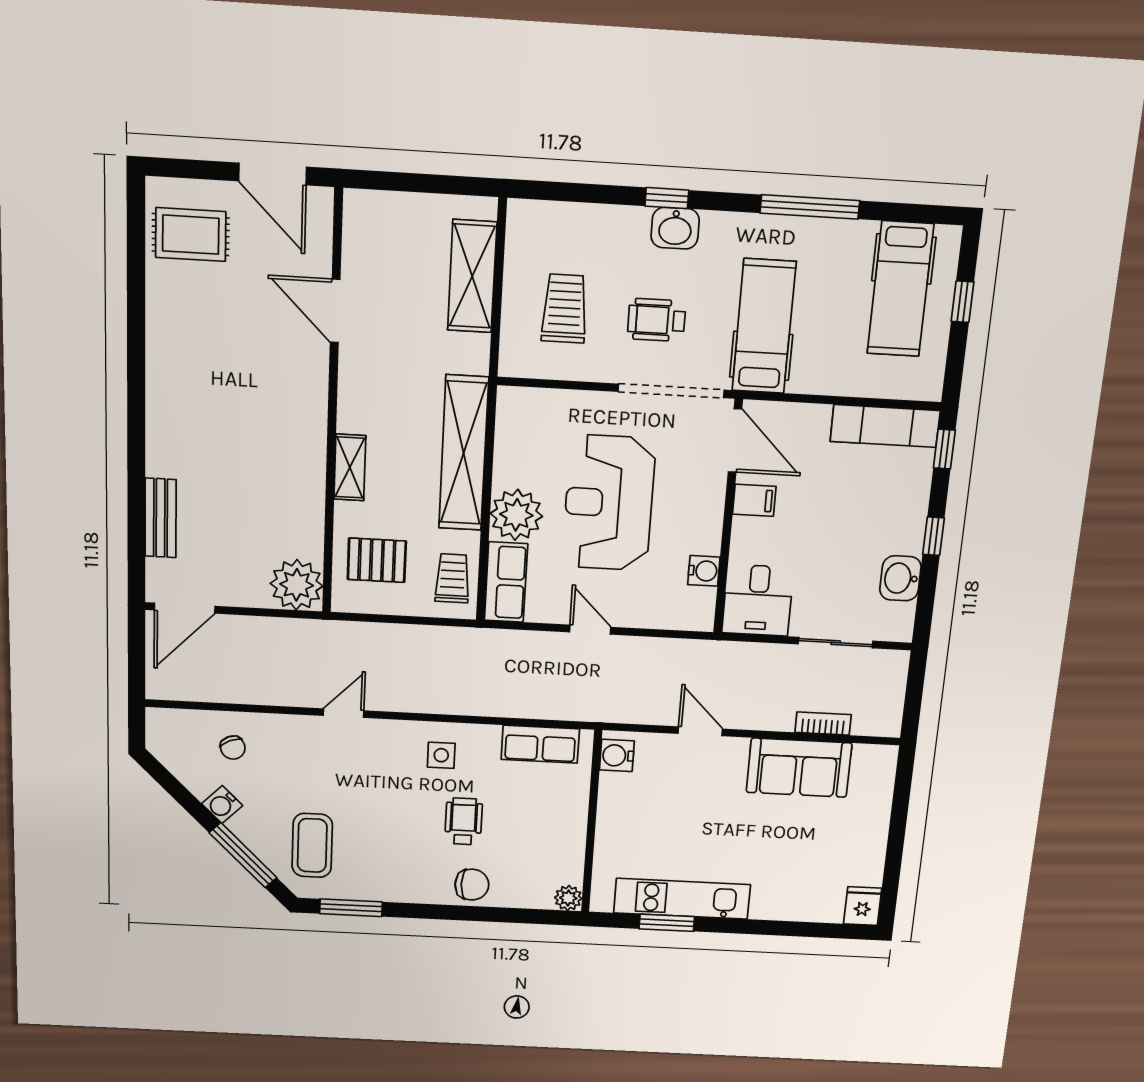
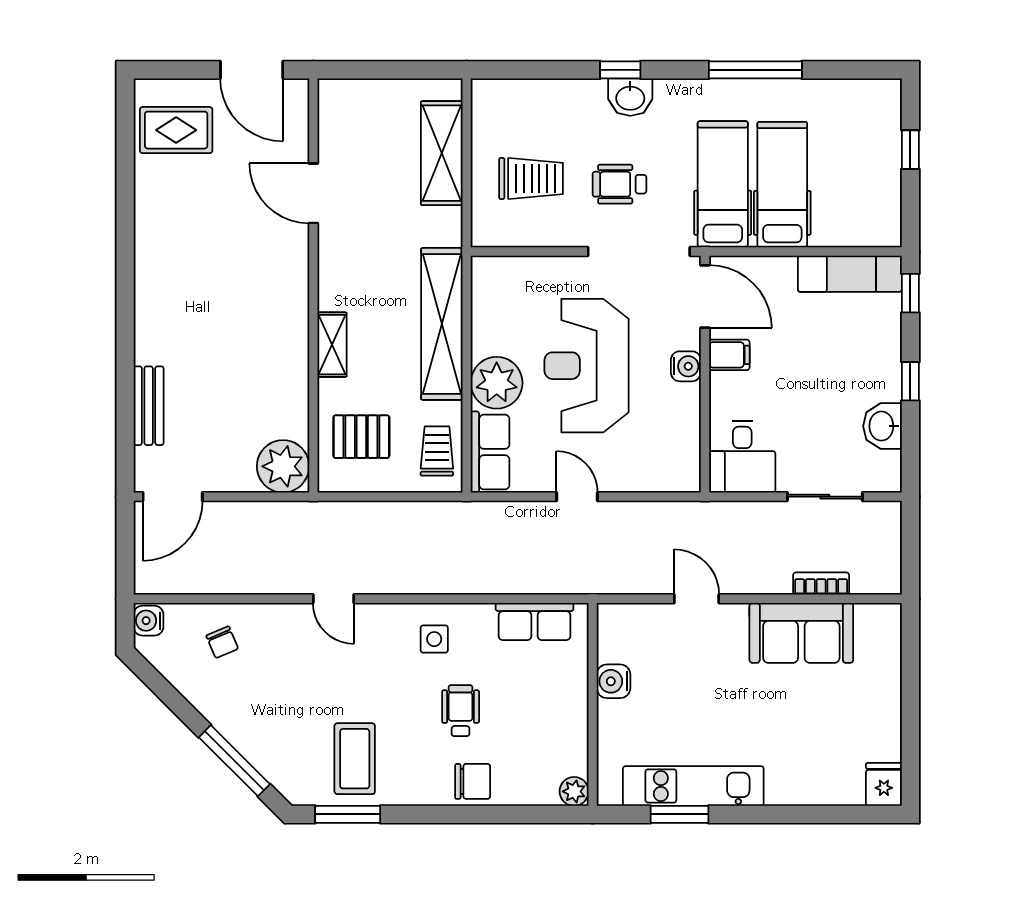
hospital bed: (900, 289) -> (782, 185), moved, turned 180
trolley: (565, 309) -> (531, 178), turned 90
water cooler: (704, 571) -> (686, 366), moved
door: (344, 713) -> (333, 599), swing flipped
water cooler: (617, 755) -> (613, 681), moved
water cooler: (222, 805) -> (148, 621), moved, turned 45
coffee table: (312, 845) -> (355, 759), moved

